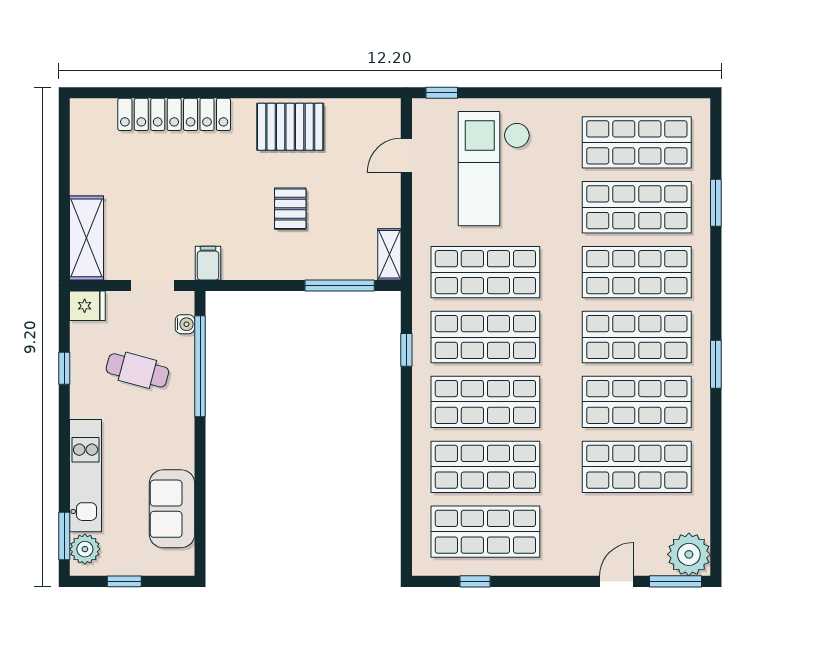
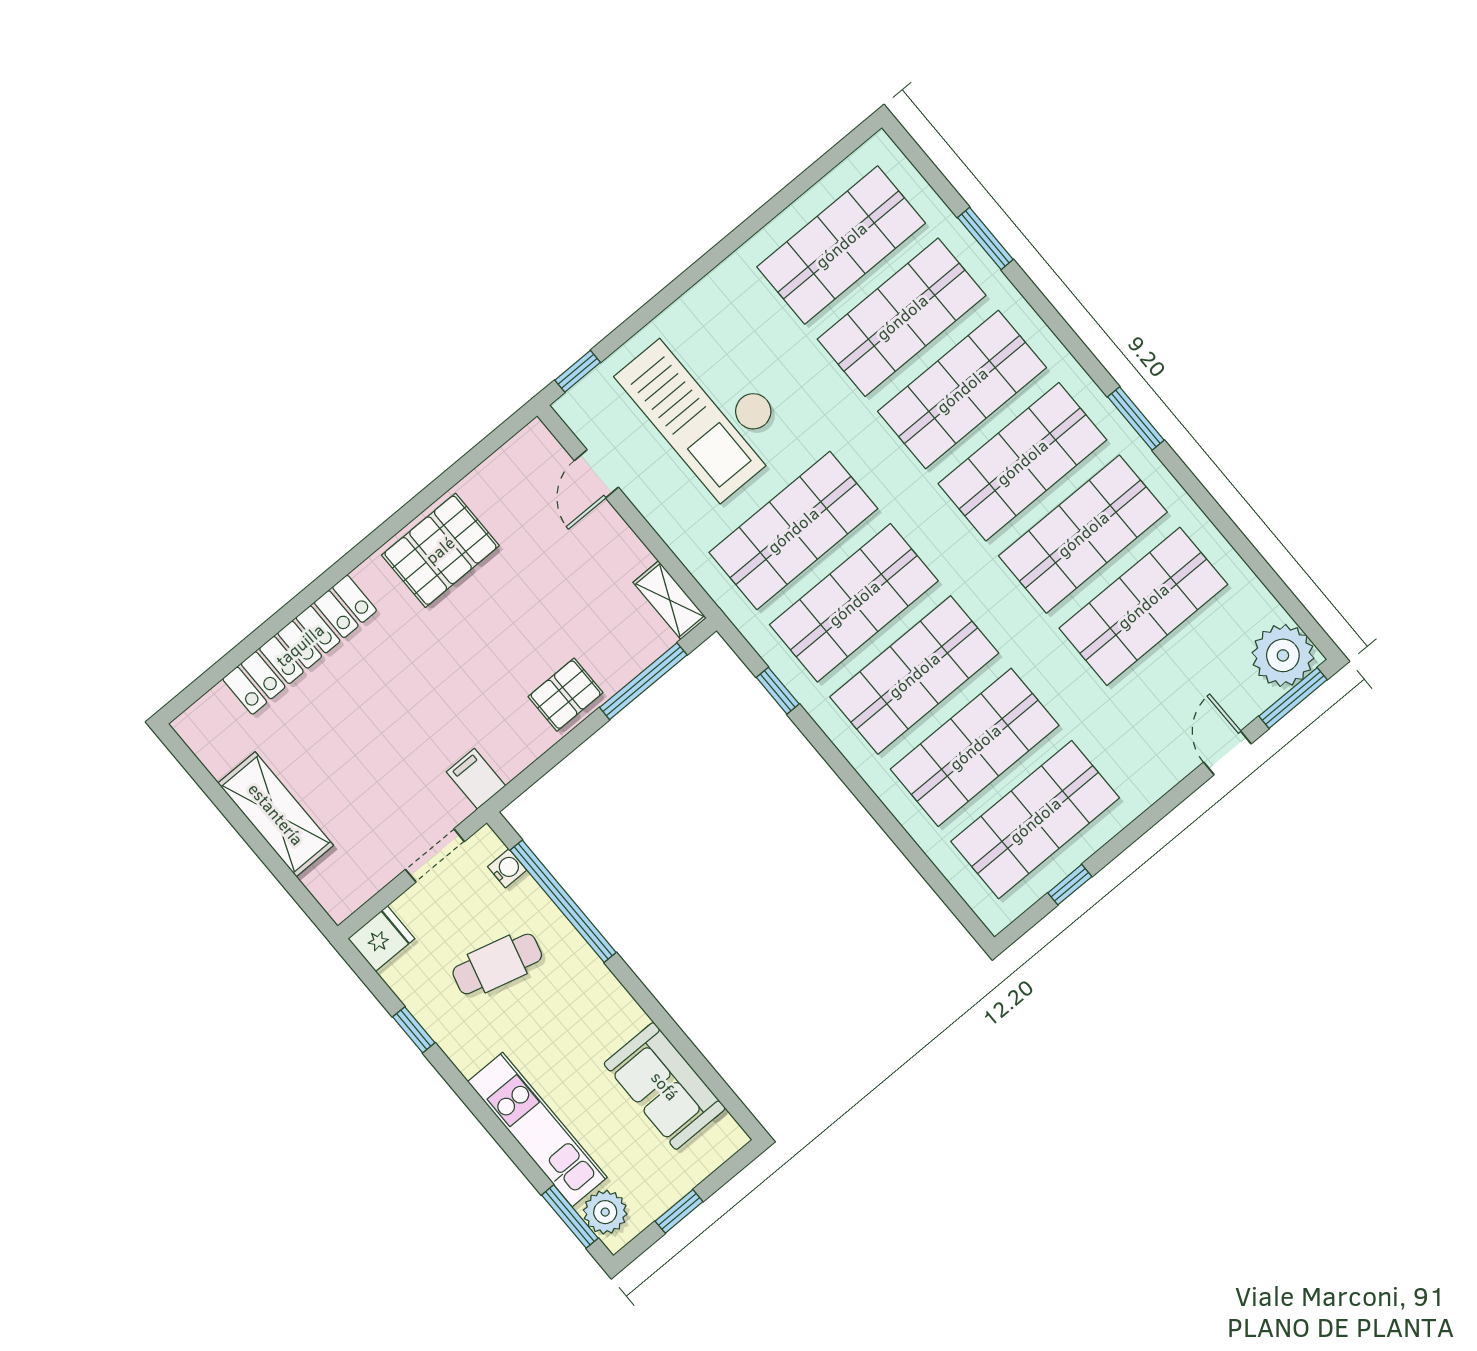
pallet: (290, 209) -> (566, 695), moved, turned 90
shelving: (87, 238) -> (276, 814), moved

